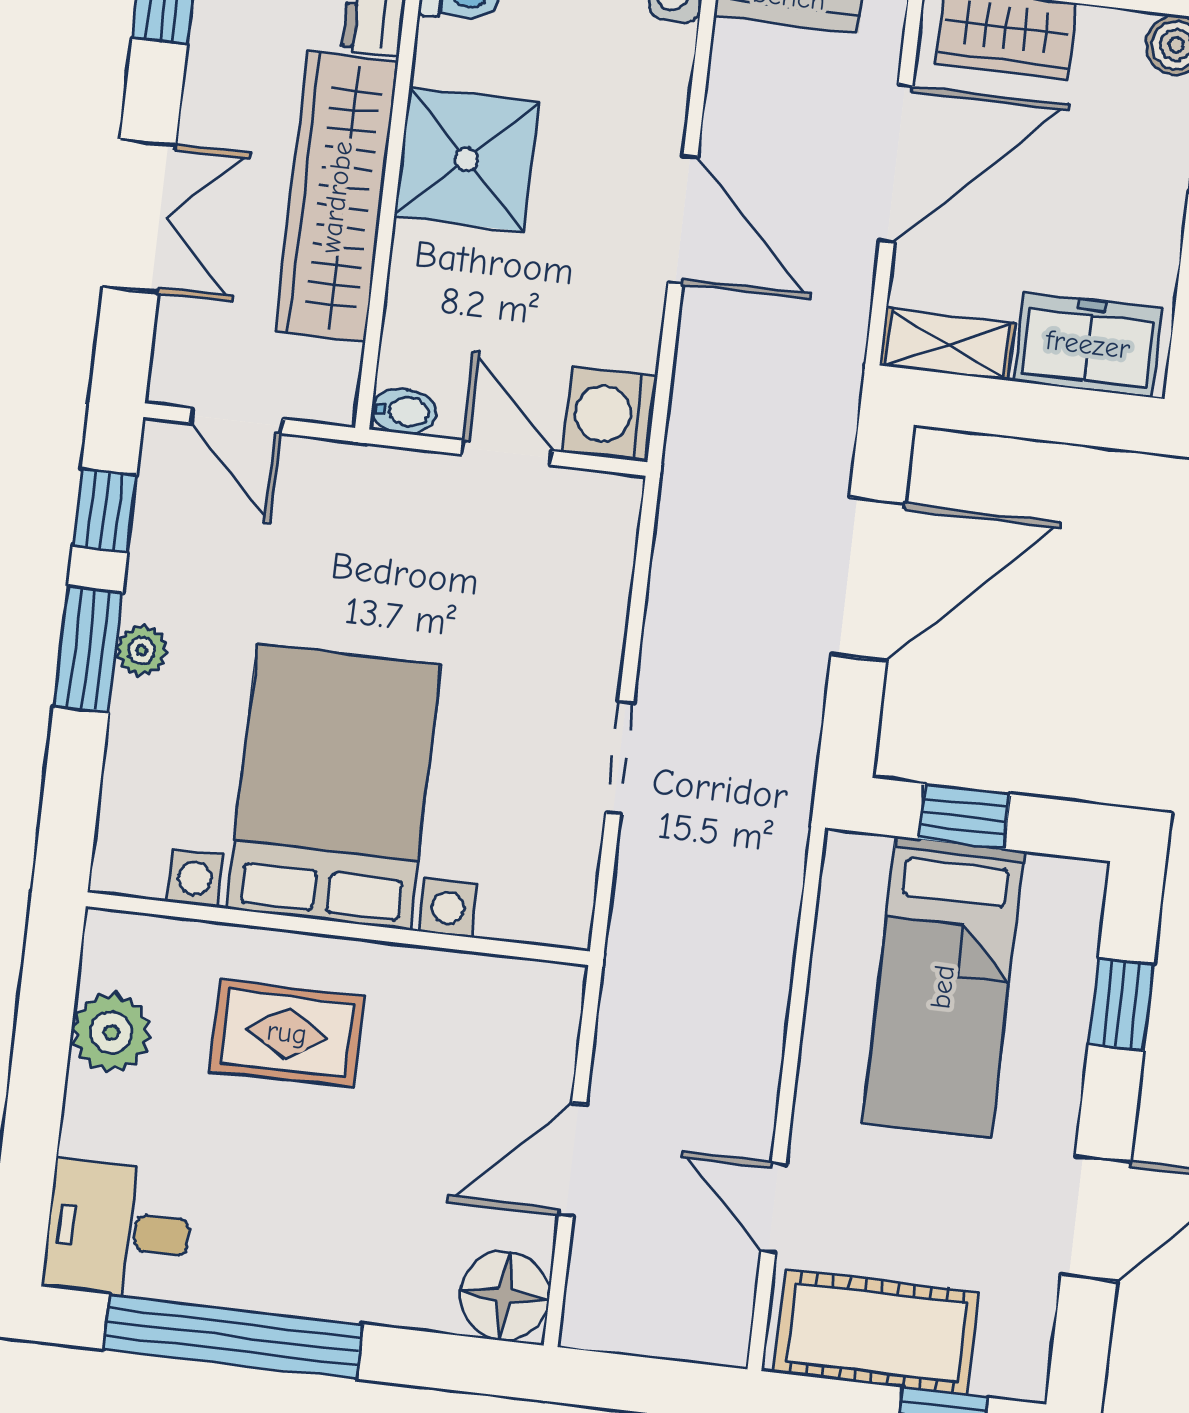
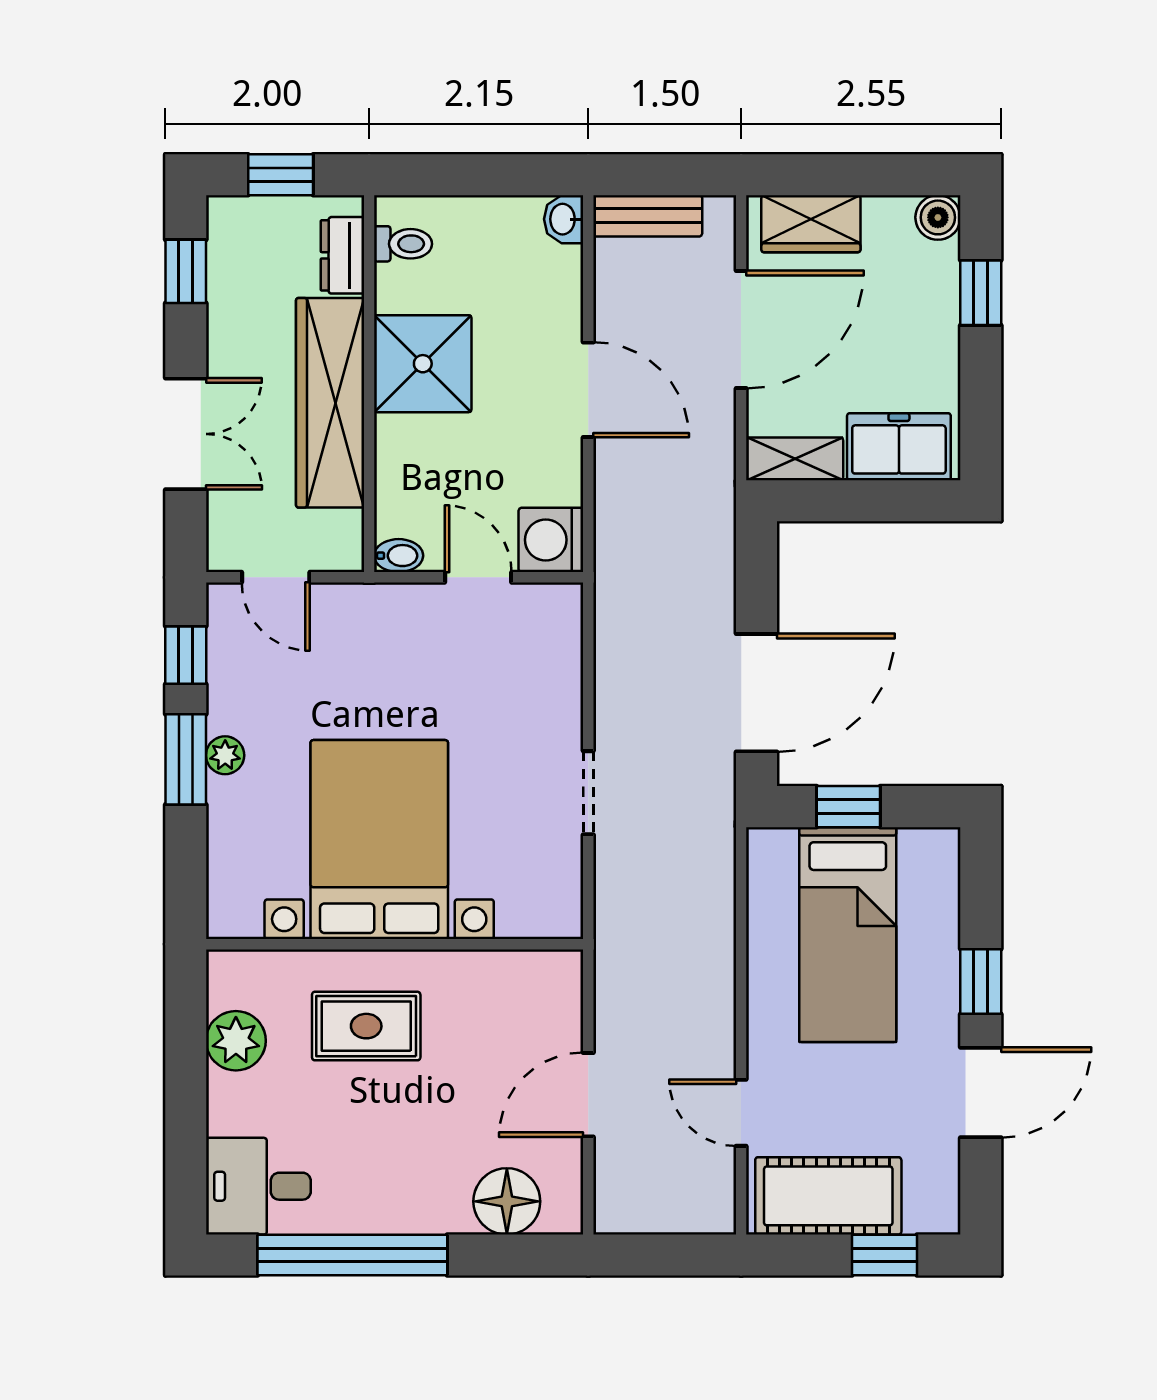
door: (868, 579) -> (756, 693), moved
window: (1121, 1004) -> (981, 981), moved
floor lamp: (505, 1296) -> (507, 1201), moved

